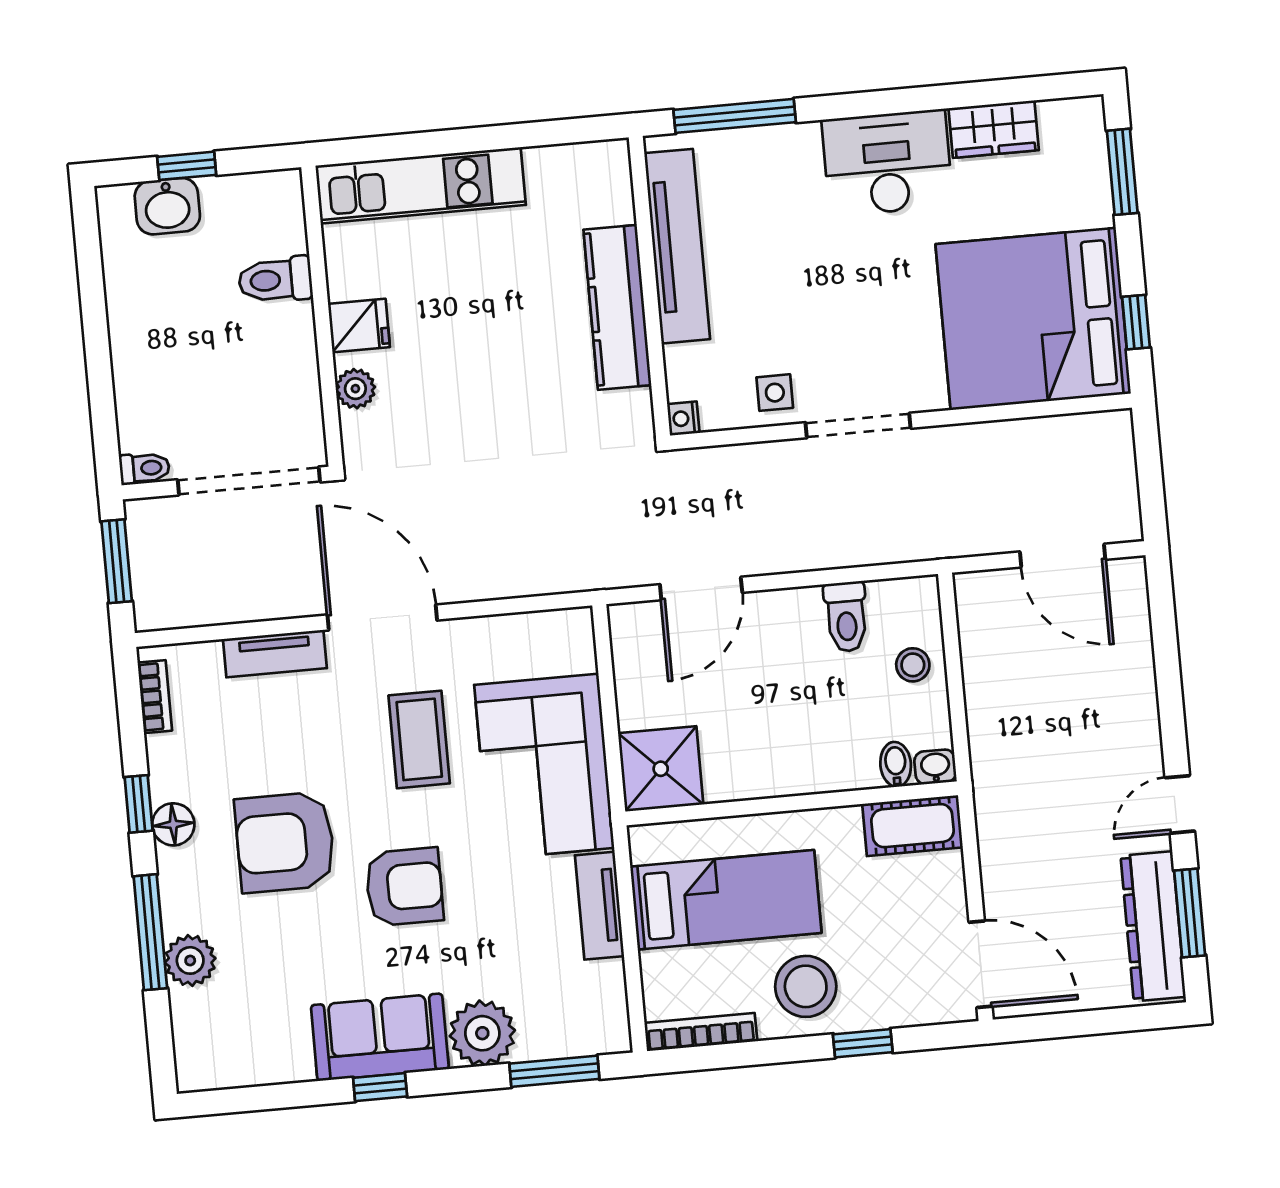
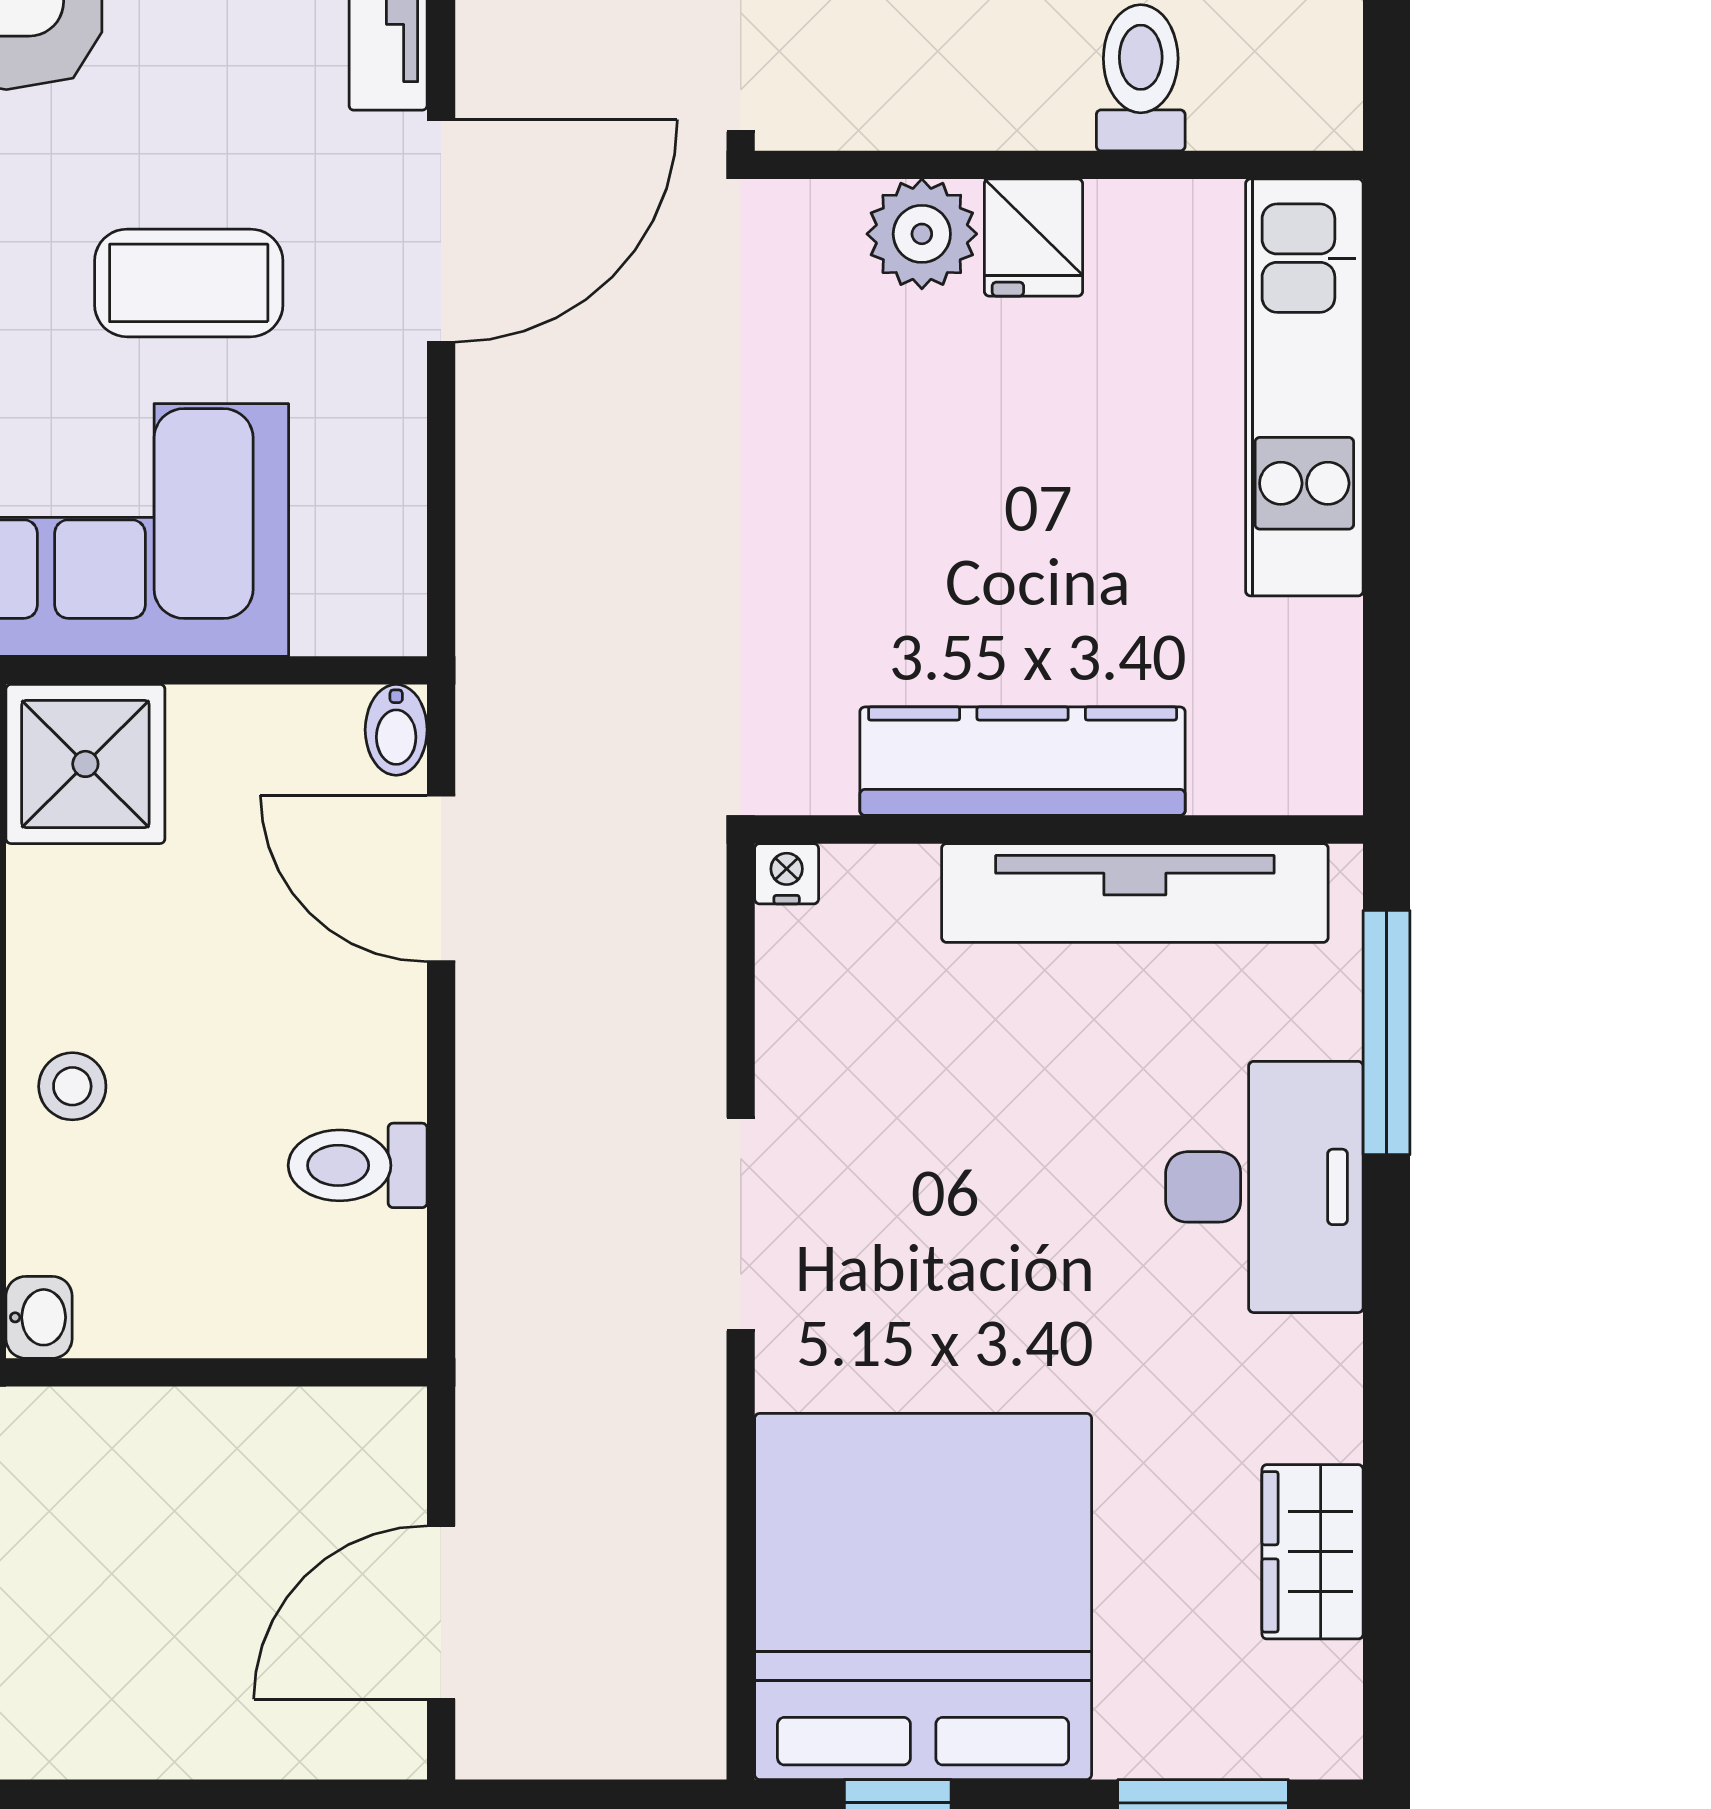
desk: (887, 163) -> (1264, 1187), moved
plant: (355, 389) -> (922, 234), width x1.38, depth x1.38
side table: (775, 393) -> (822, 1063), removed
stool: (913, 665) -> (72, 1086), moved
bidet: (896, 764) -> (396, 730), moved, turned 90

